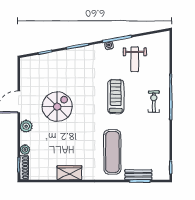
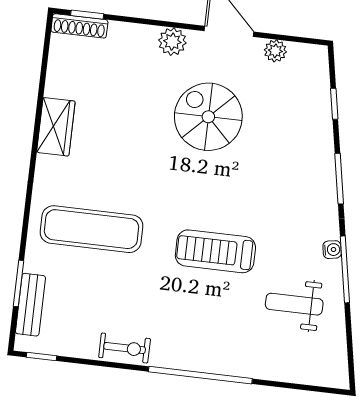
treadmill: (116, 97) -> (215, 251), turned 180
exercise bike: (154, 102) -> (125, 348), moved
spiral stairs: (57, 107) -> (208, 117), turned 180
plant: (25, 150) -> (275, 51), moved
bench: (138, 175) -> (30, 305), moved

